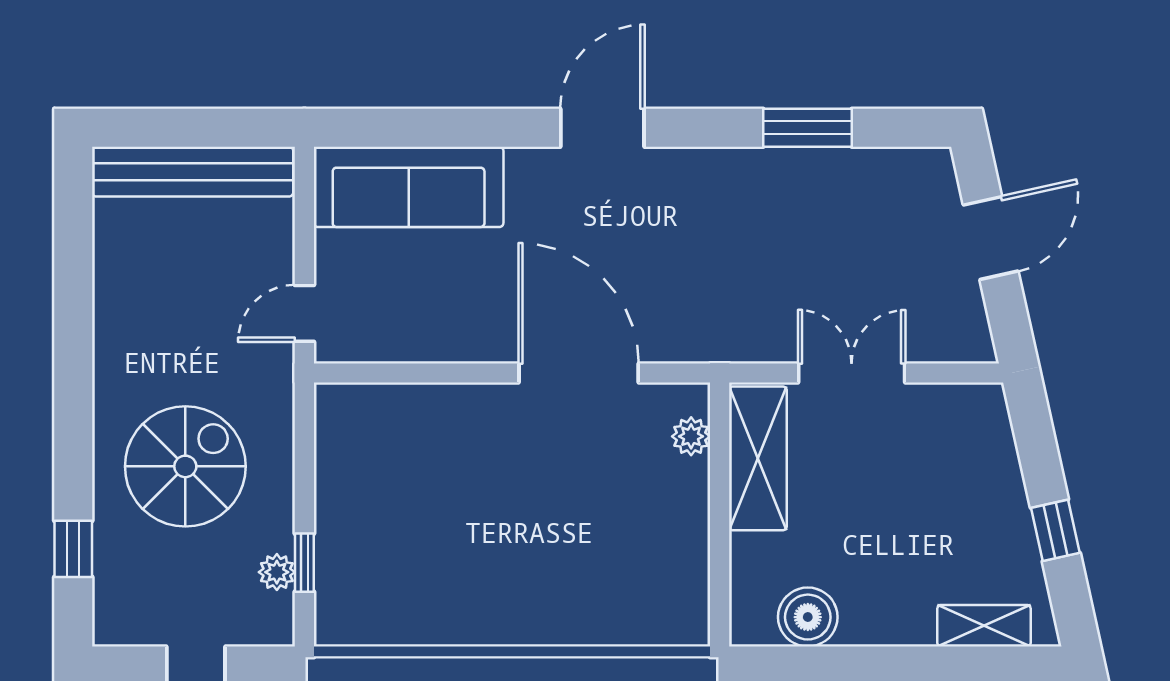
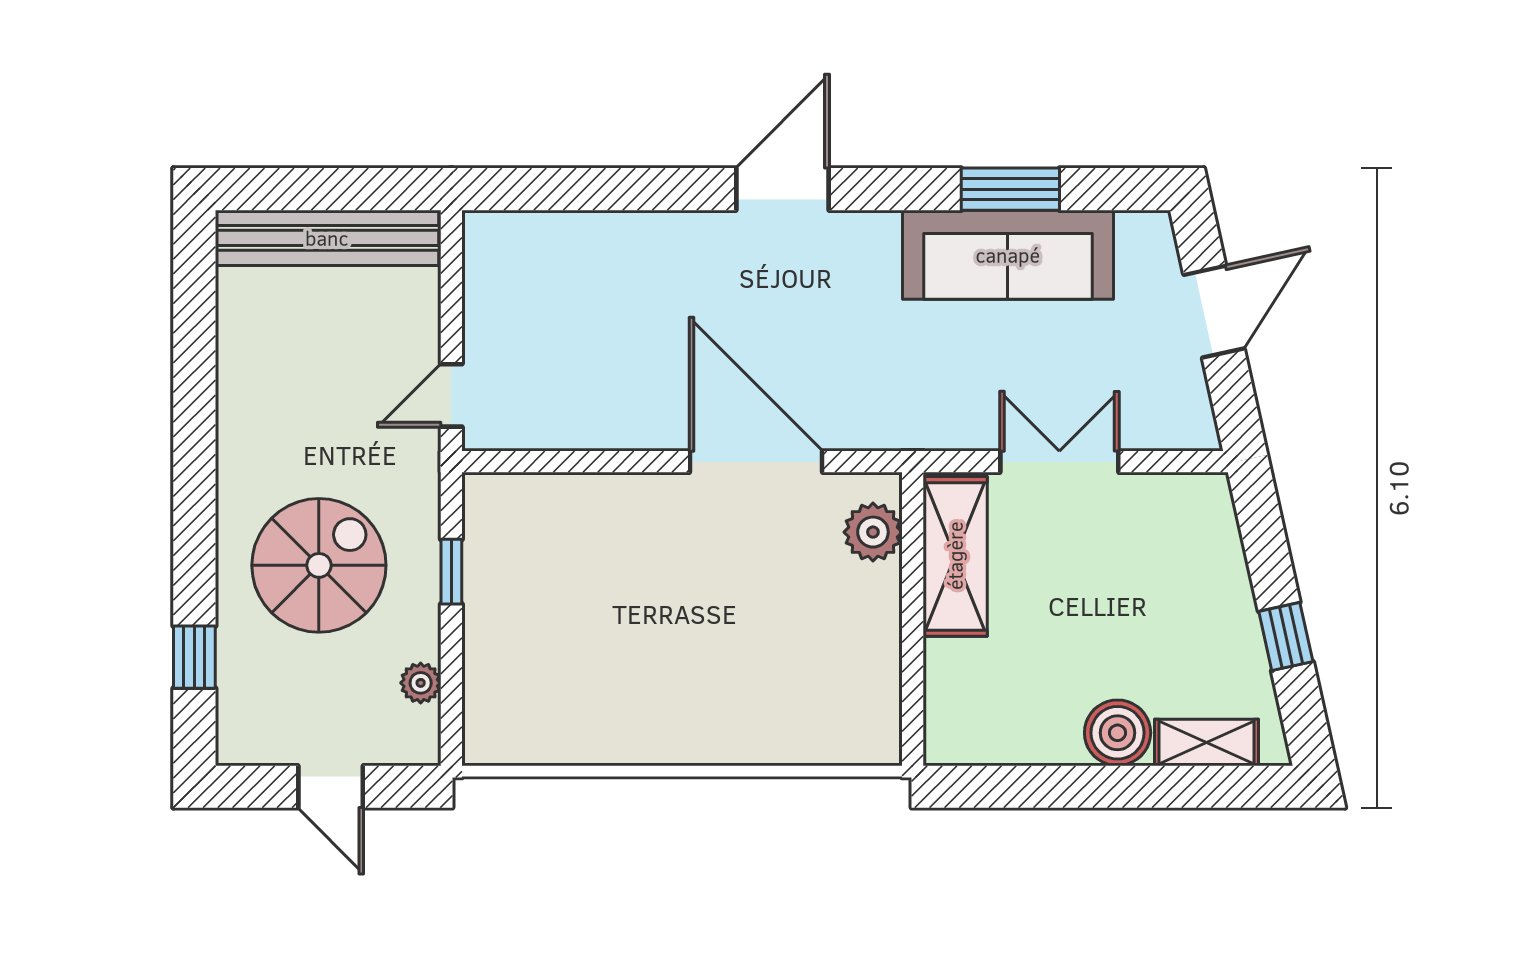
sofa: (409, 187) -> (1008, 255), moved
plant: (691, 436) -> (873, 532), width x1.38, depth x1.38
window: (304, 563) -> (451, 572), moved
boiler: (808, 617) -> (1118, 733), moved

